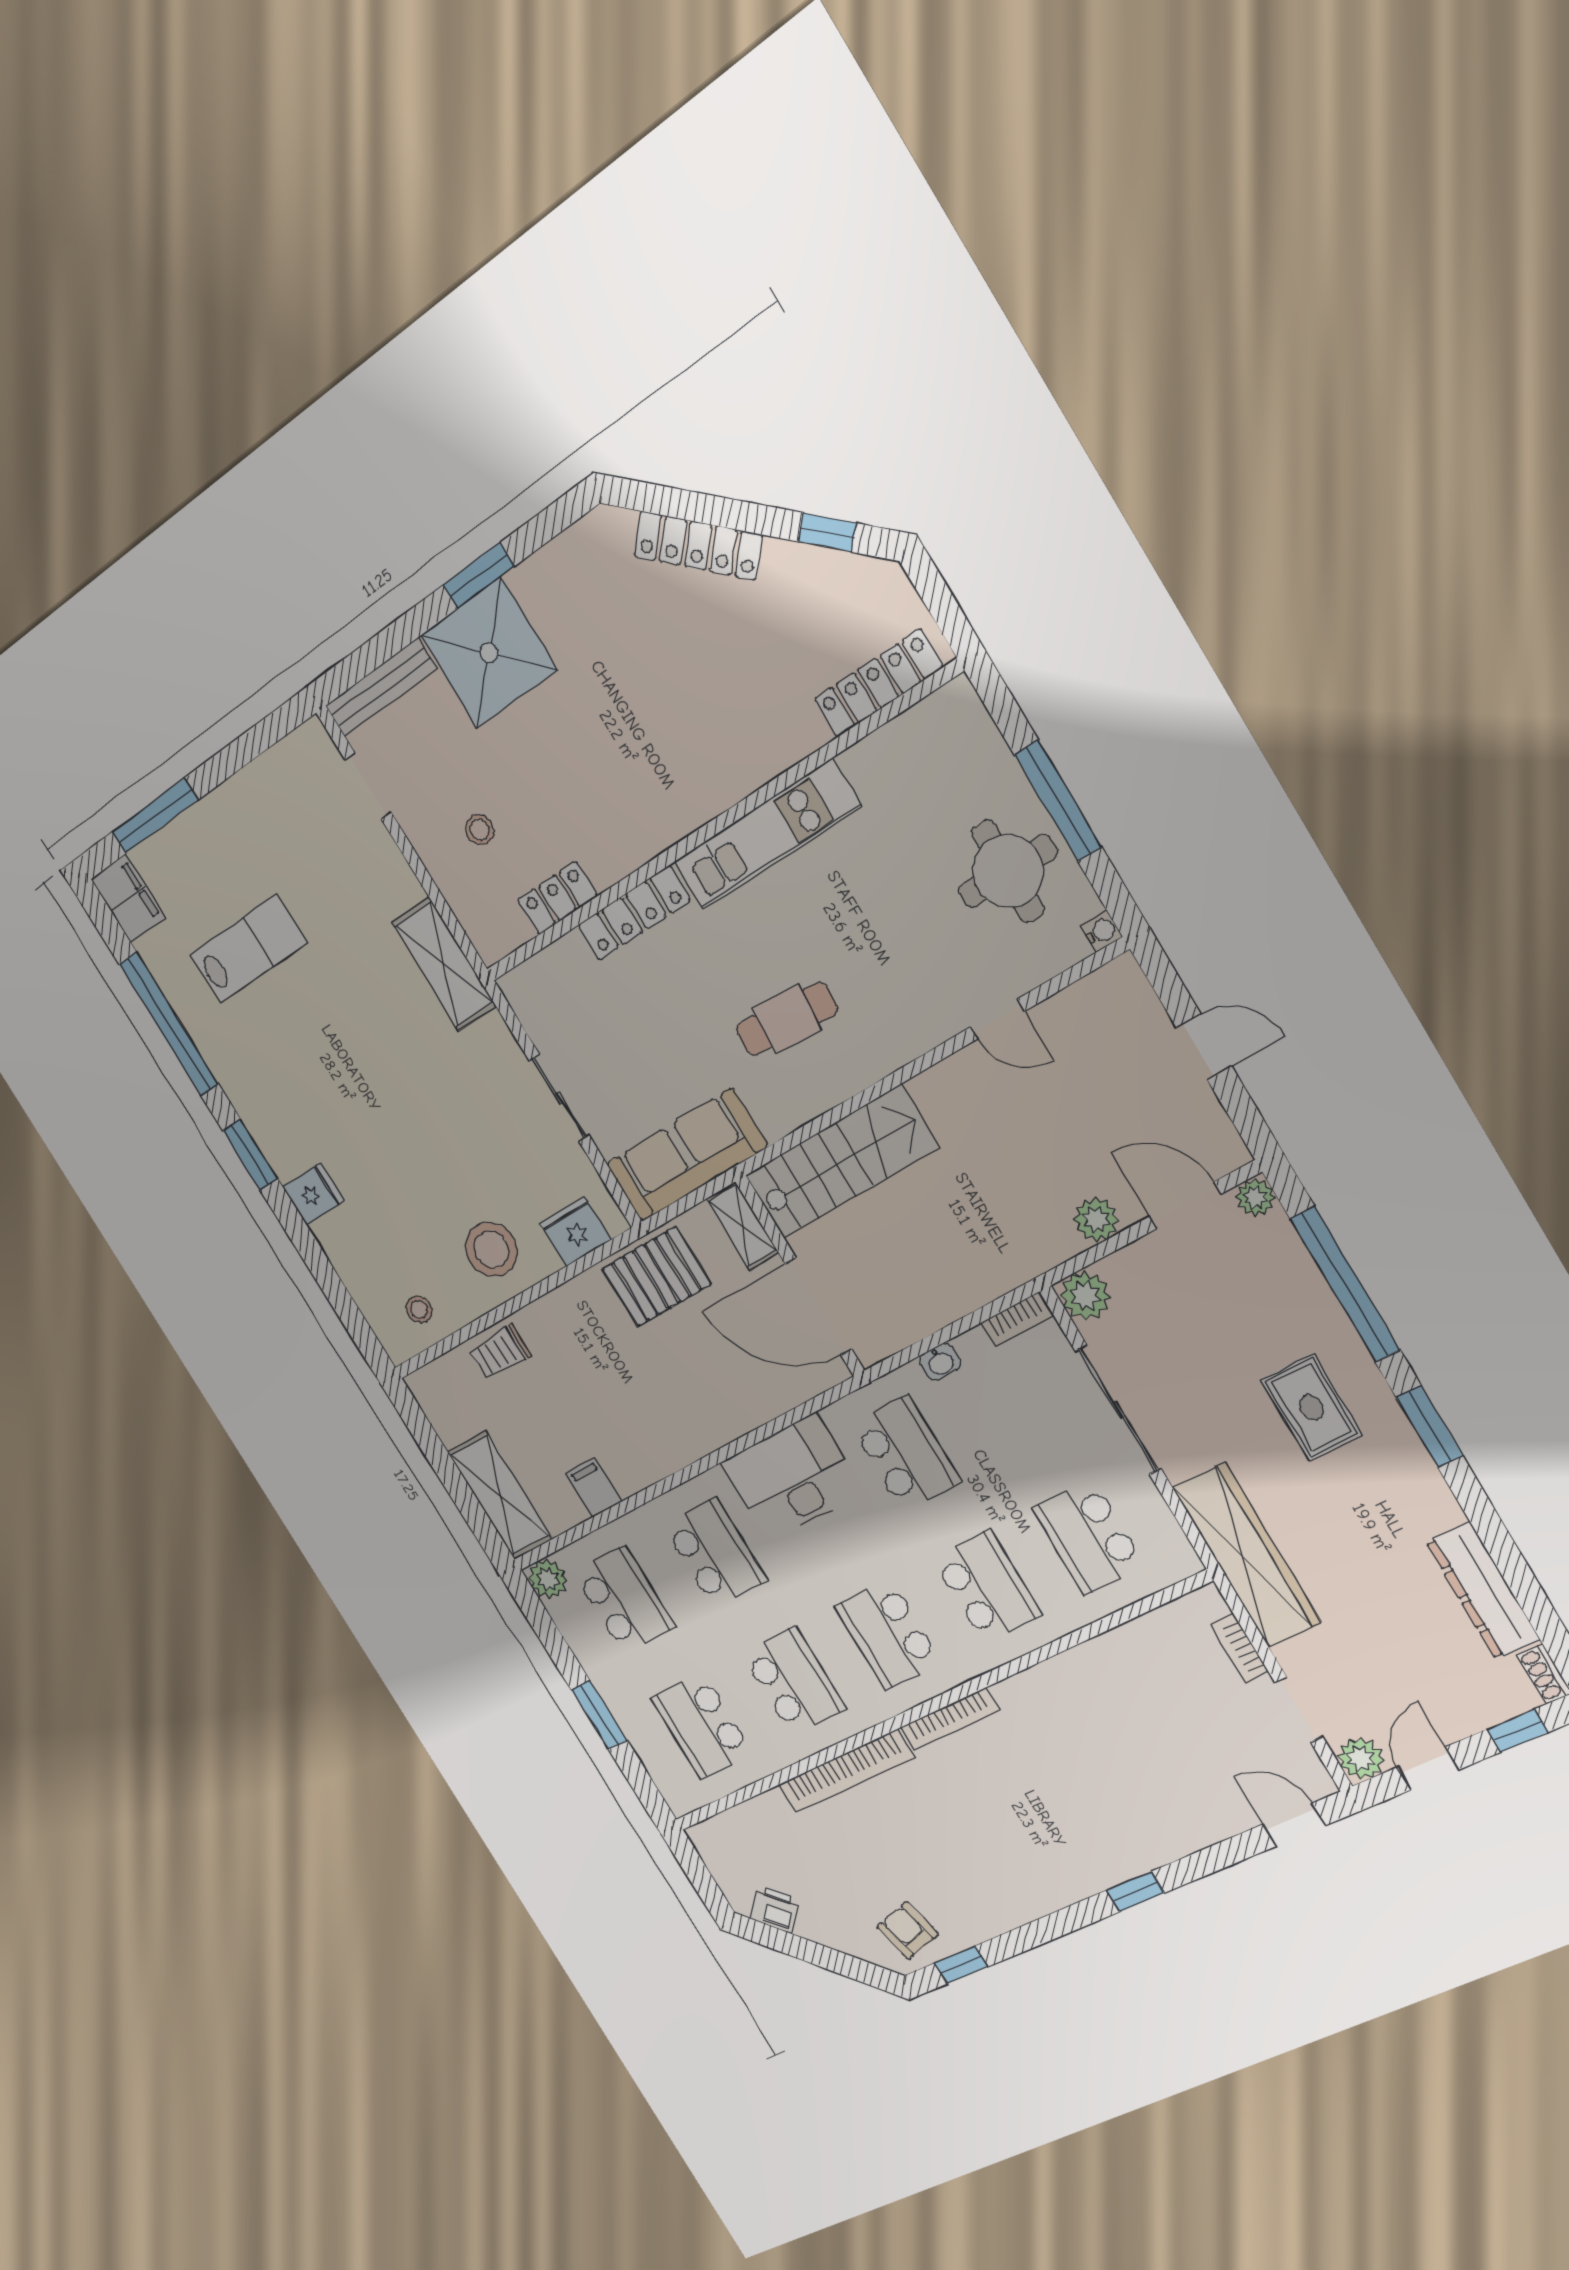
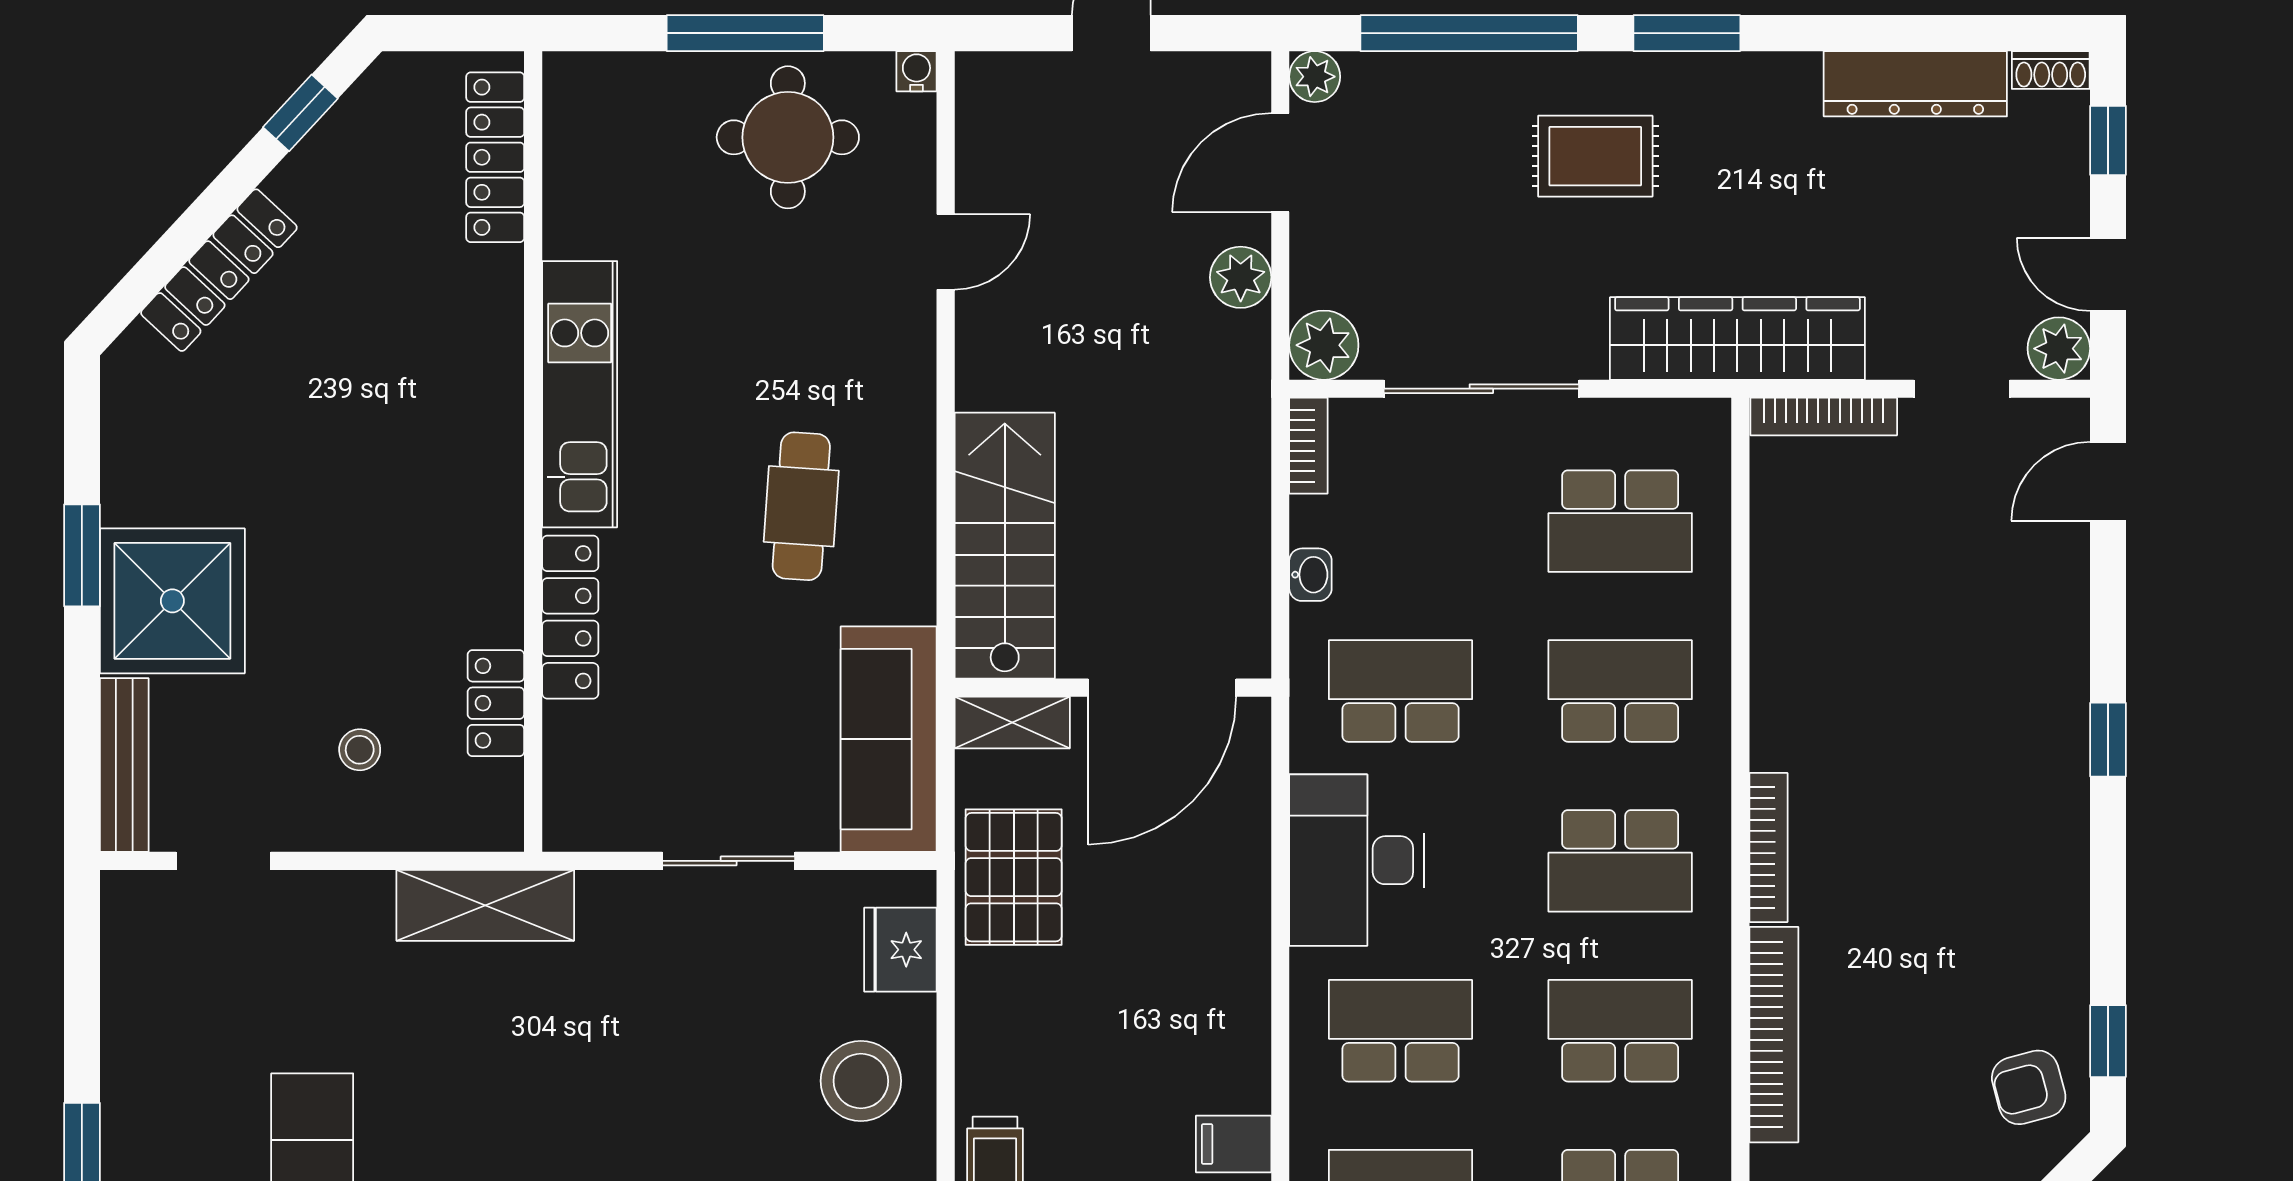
bookcase: (1239, 1648) -> (1824, 416), width x1.56

